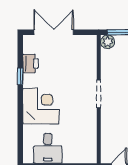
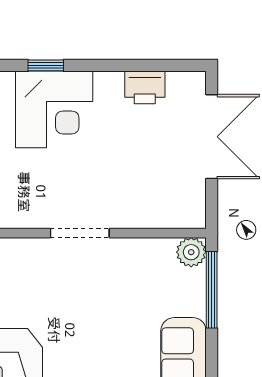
window: (20, 76) -> (46, 65), moved

